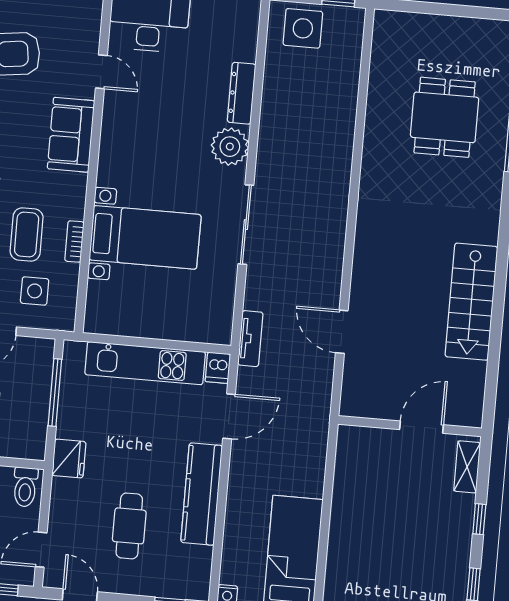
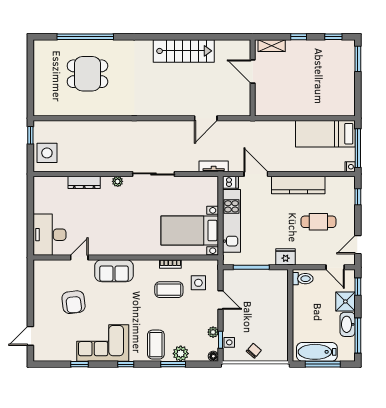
plant: (230, 147) -> (118, 181), width x0.53, depth x0.53
bed with nightstands: (145, 237) -> (190, 231), moved, turned -90

